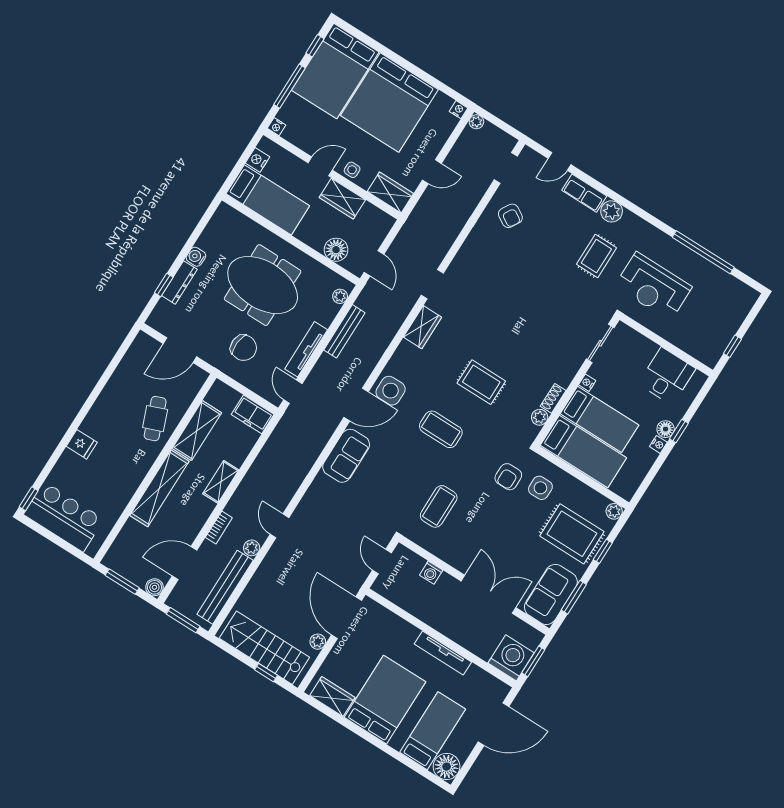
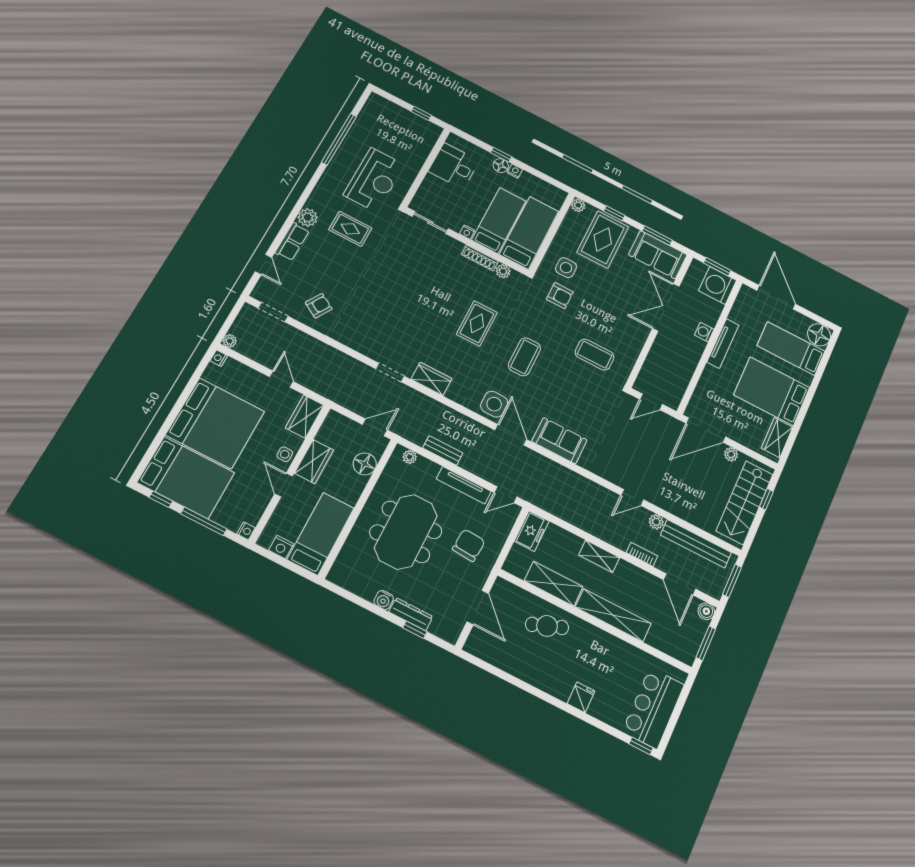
bench: (344, 331) -> (443, 450), width x0.73
shoe rack: (553, 398) -> (480, 258), width x1.43
washing machine: (431, 573) -> (704, 332), moved, turned 180

